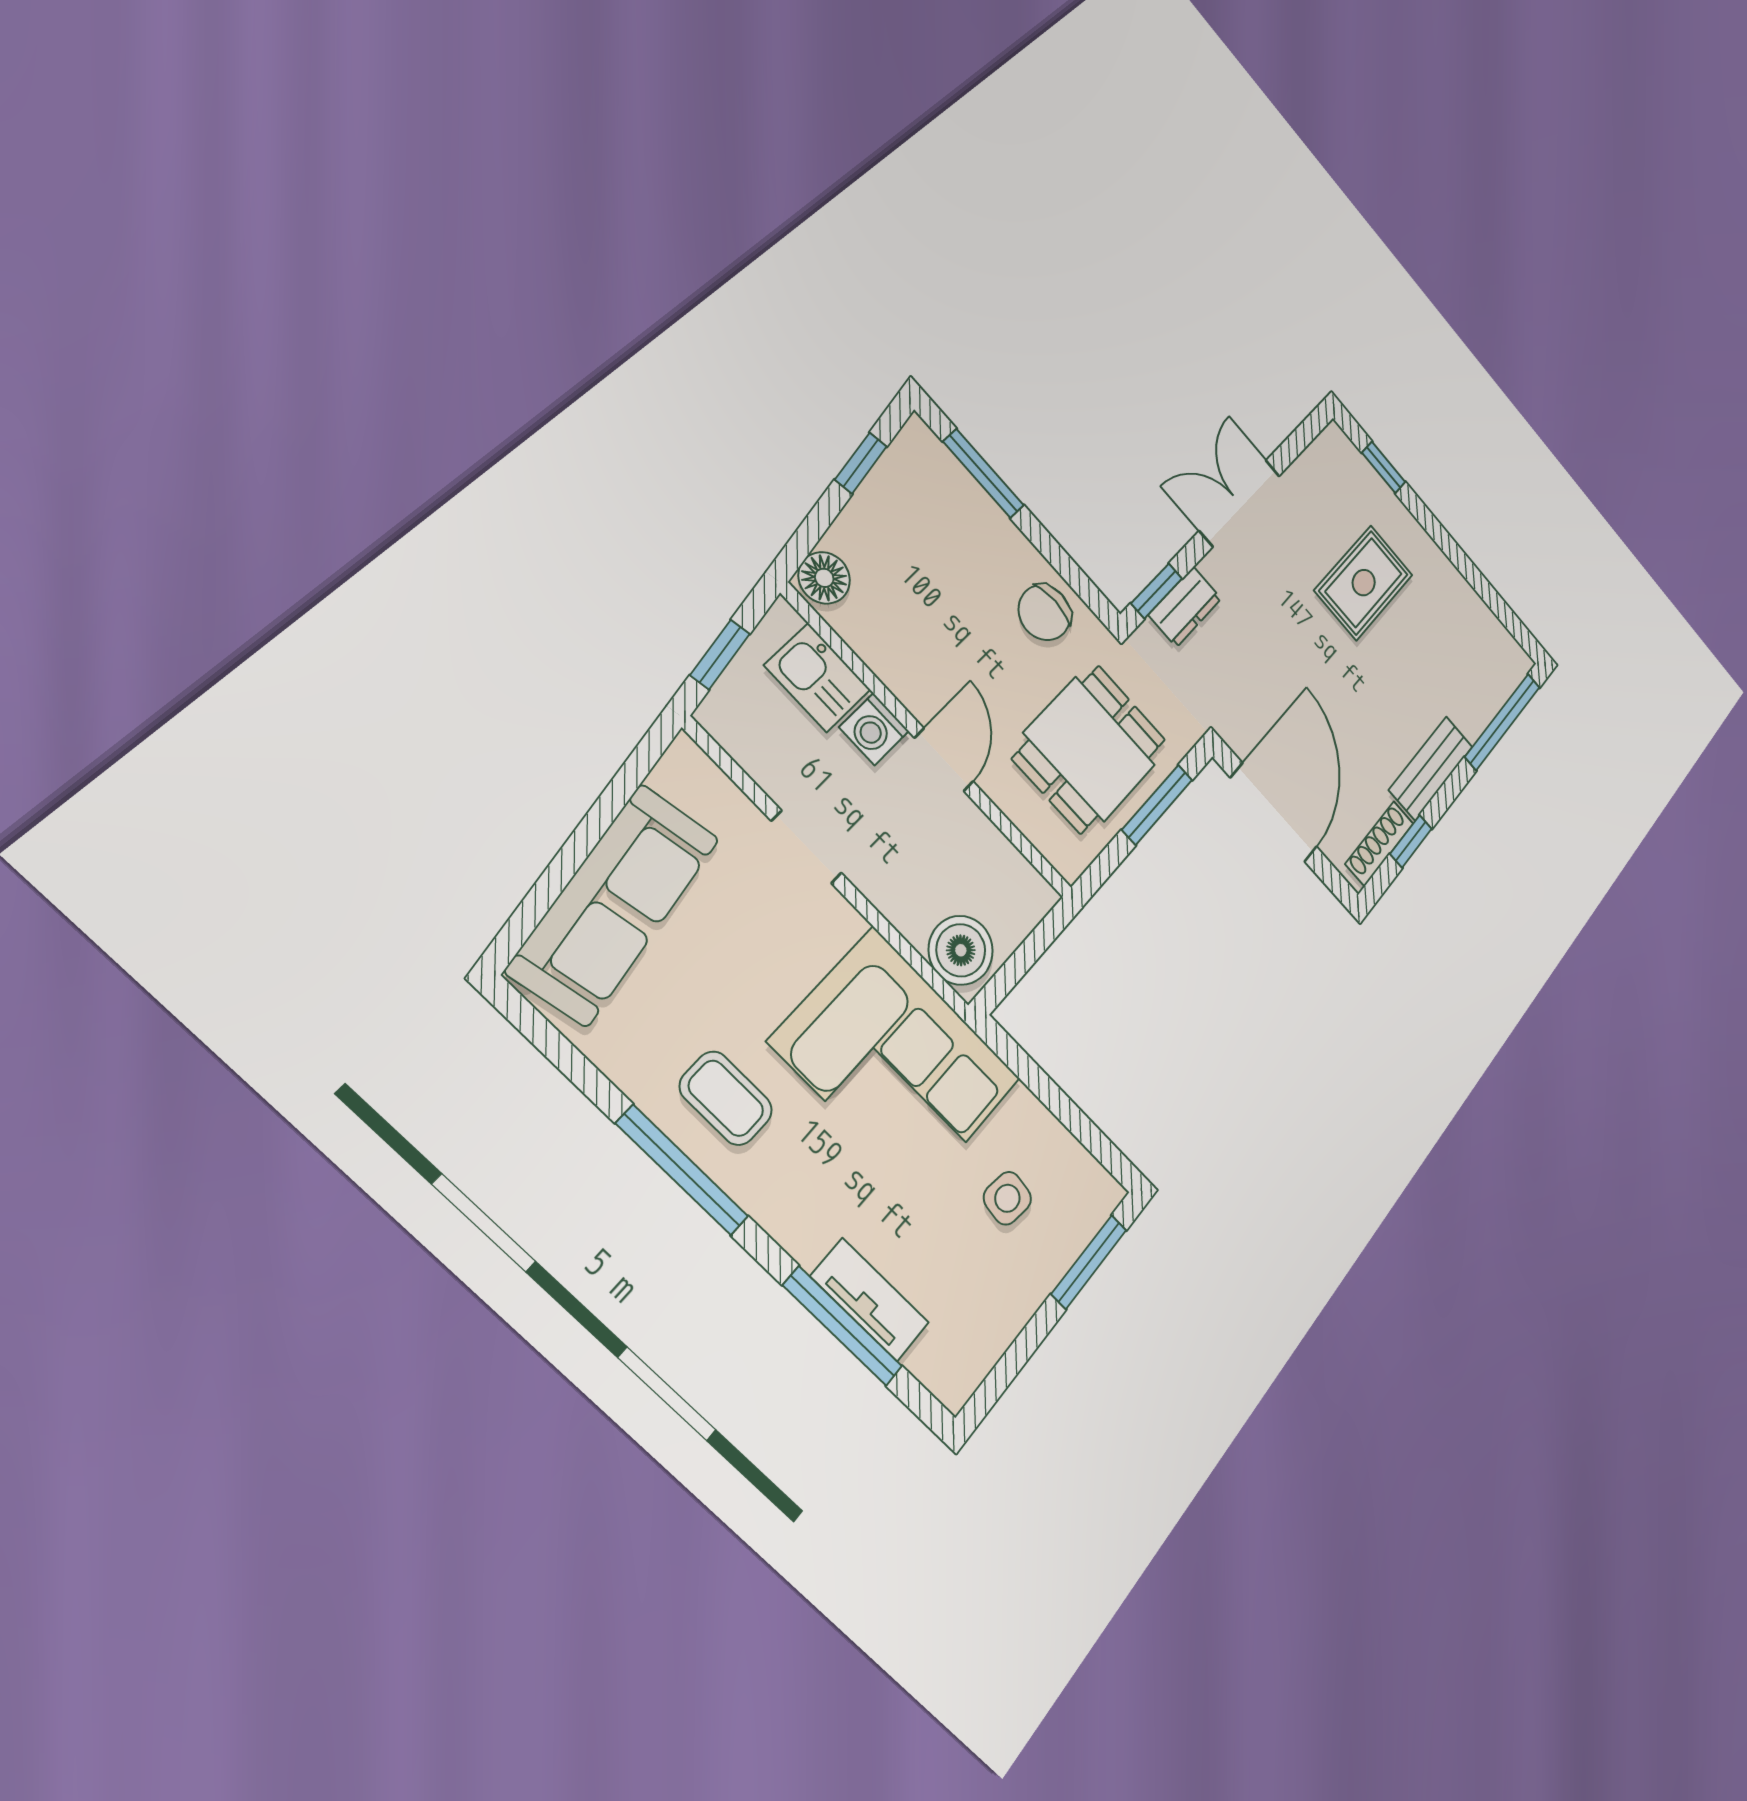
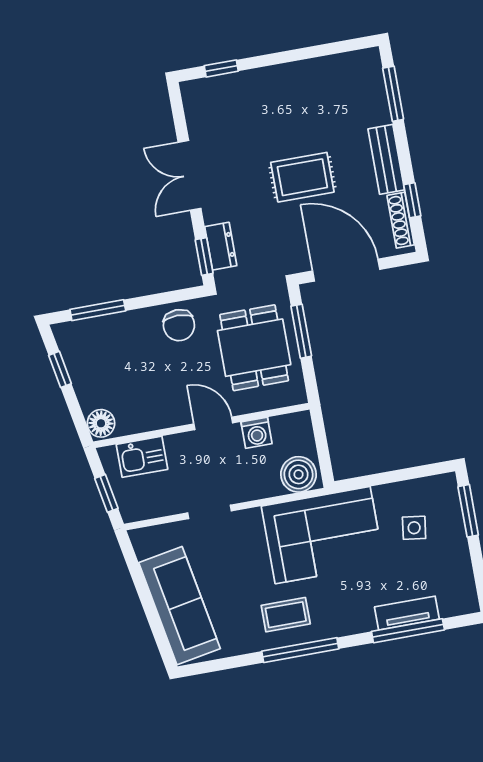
rug: (1364, 583) -> (302, 177), moved, turned 90
window: (1503, 722) -> (393, 94), width x0.69
washing machine: (874, 729) -> (257, 433), moved

